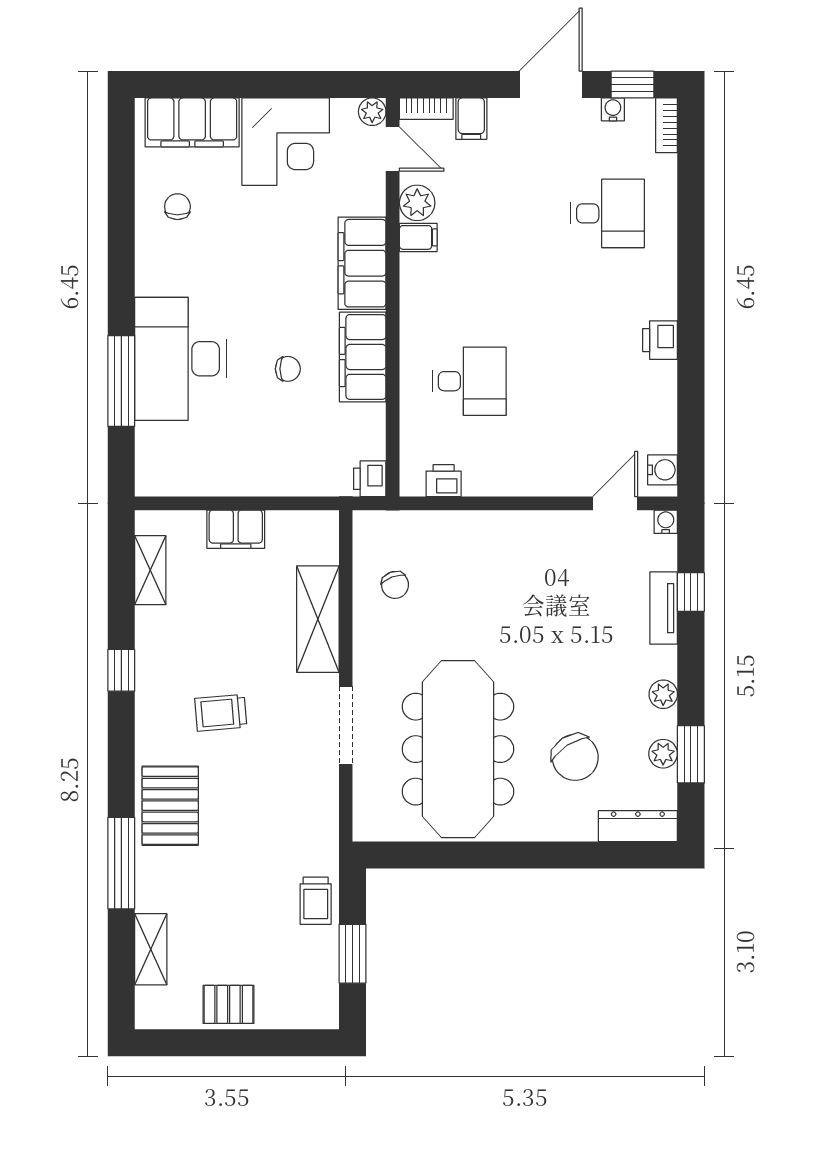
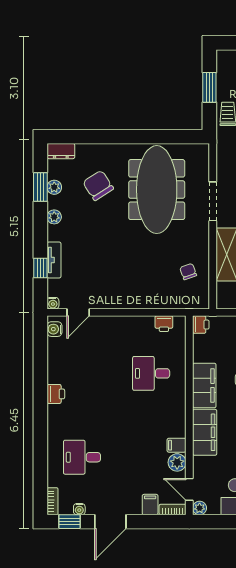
dresser: (638, 826) -> (61, 151), width x0.70

